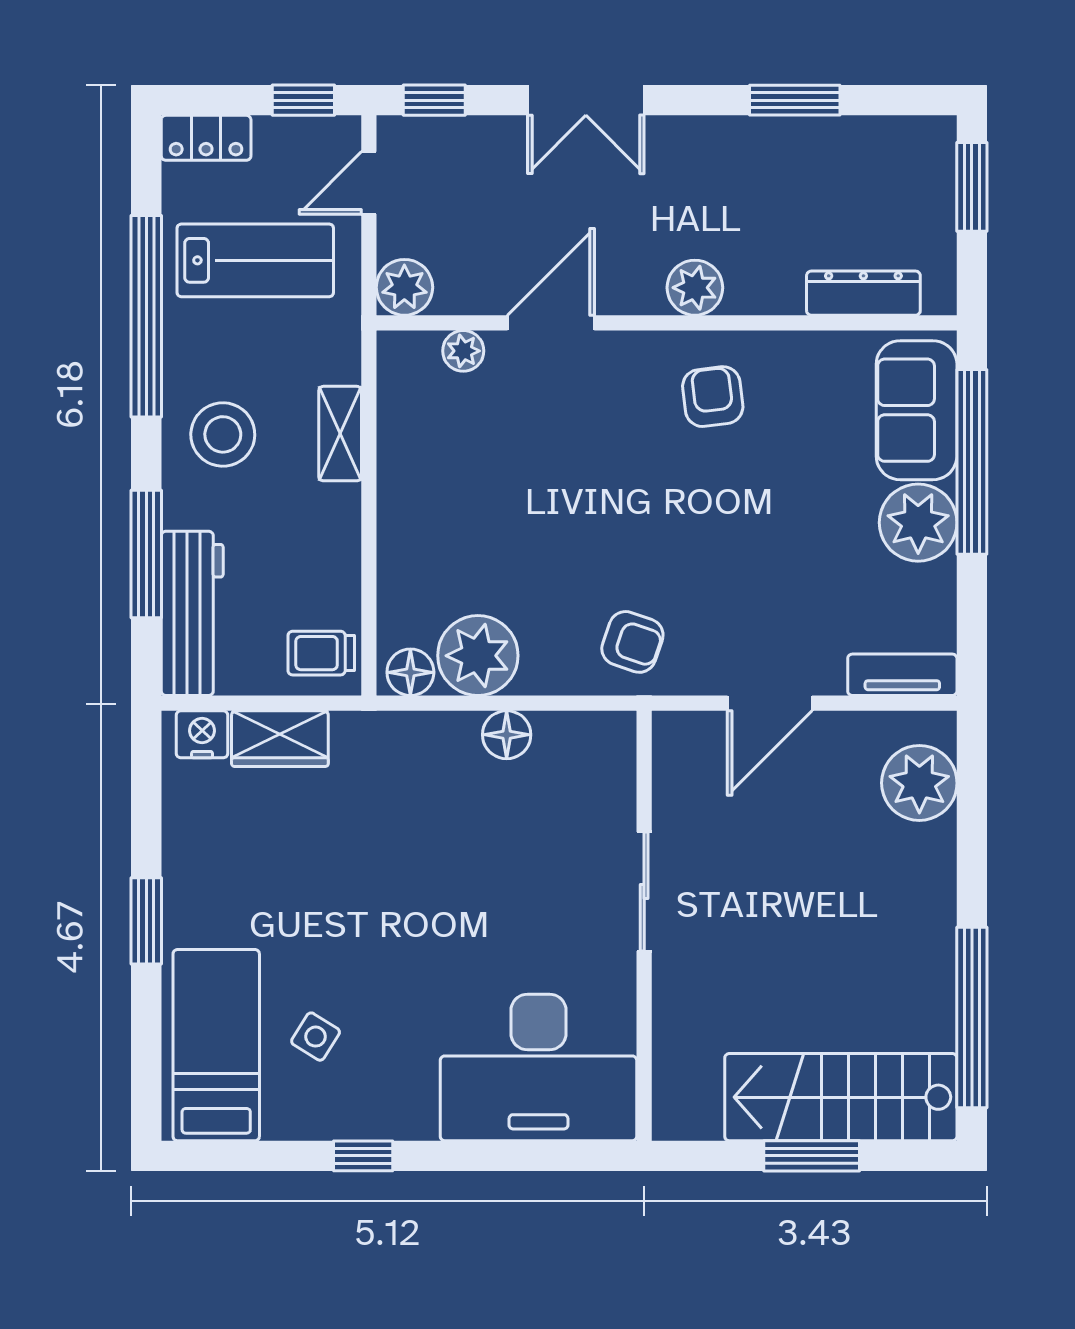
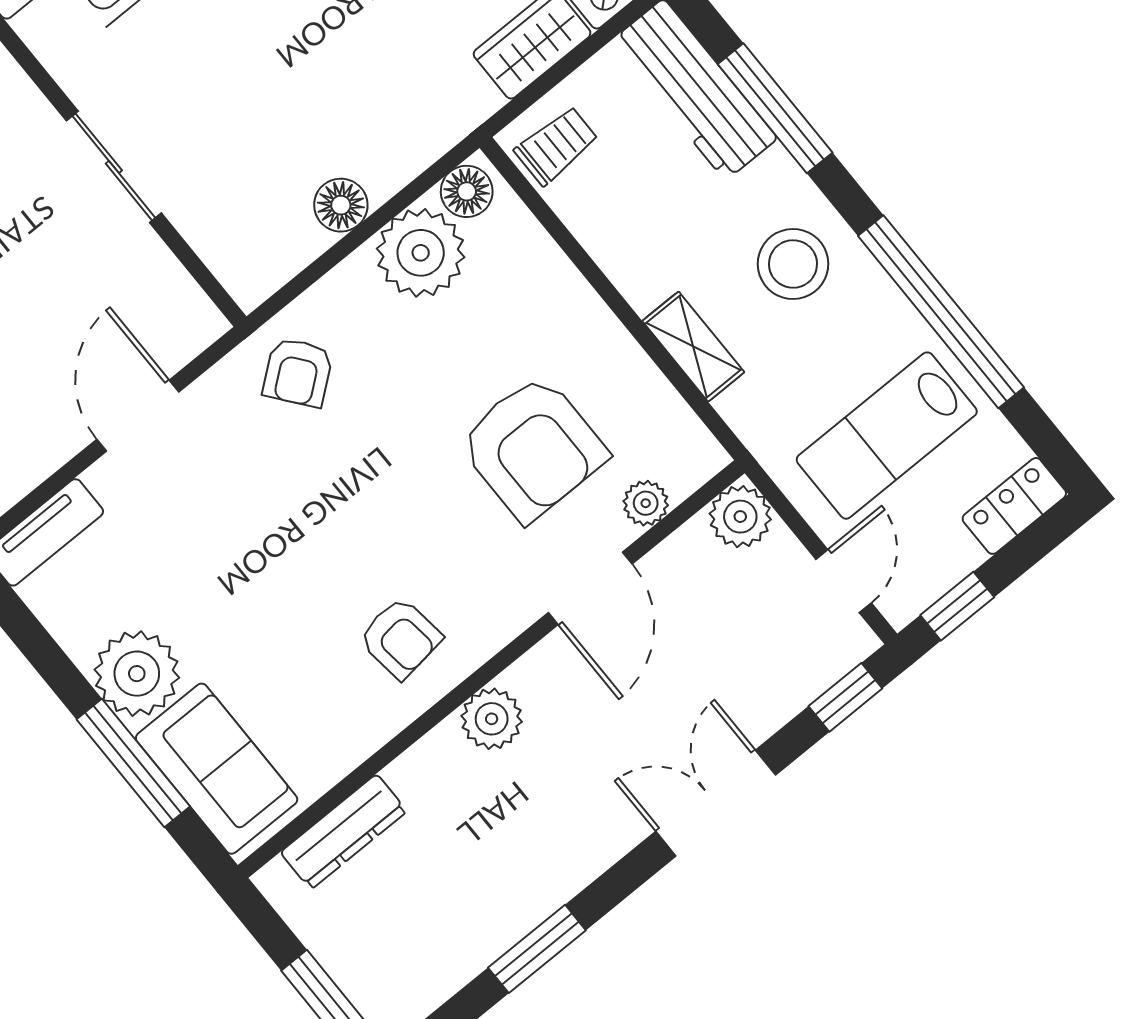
armchair: (511, 454) -> (533, 448), added
window: (972, 462) -> (133, 763), width x0.68
armchair: (632, 642) -> (298, 372), turned -57

